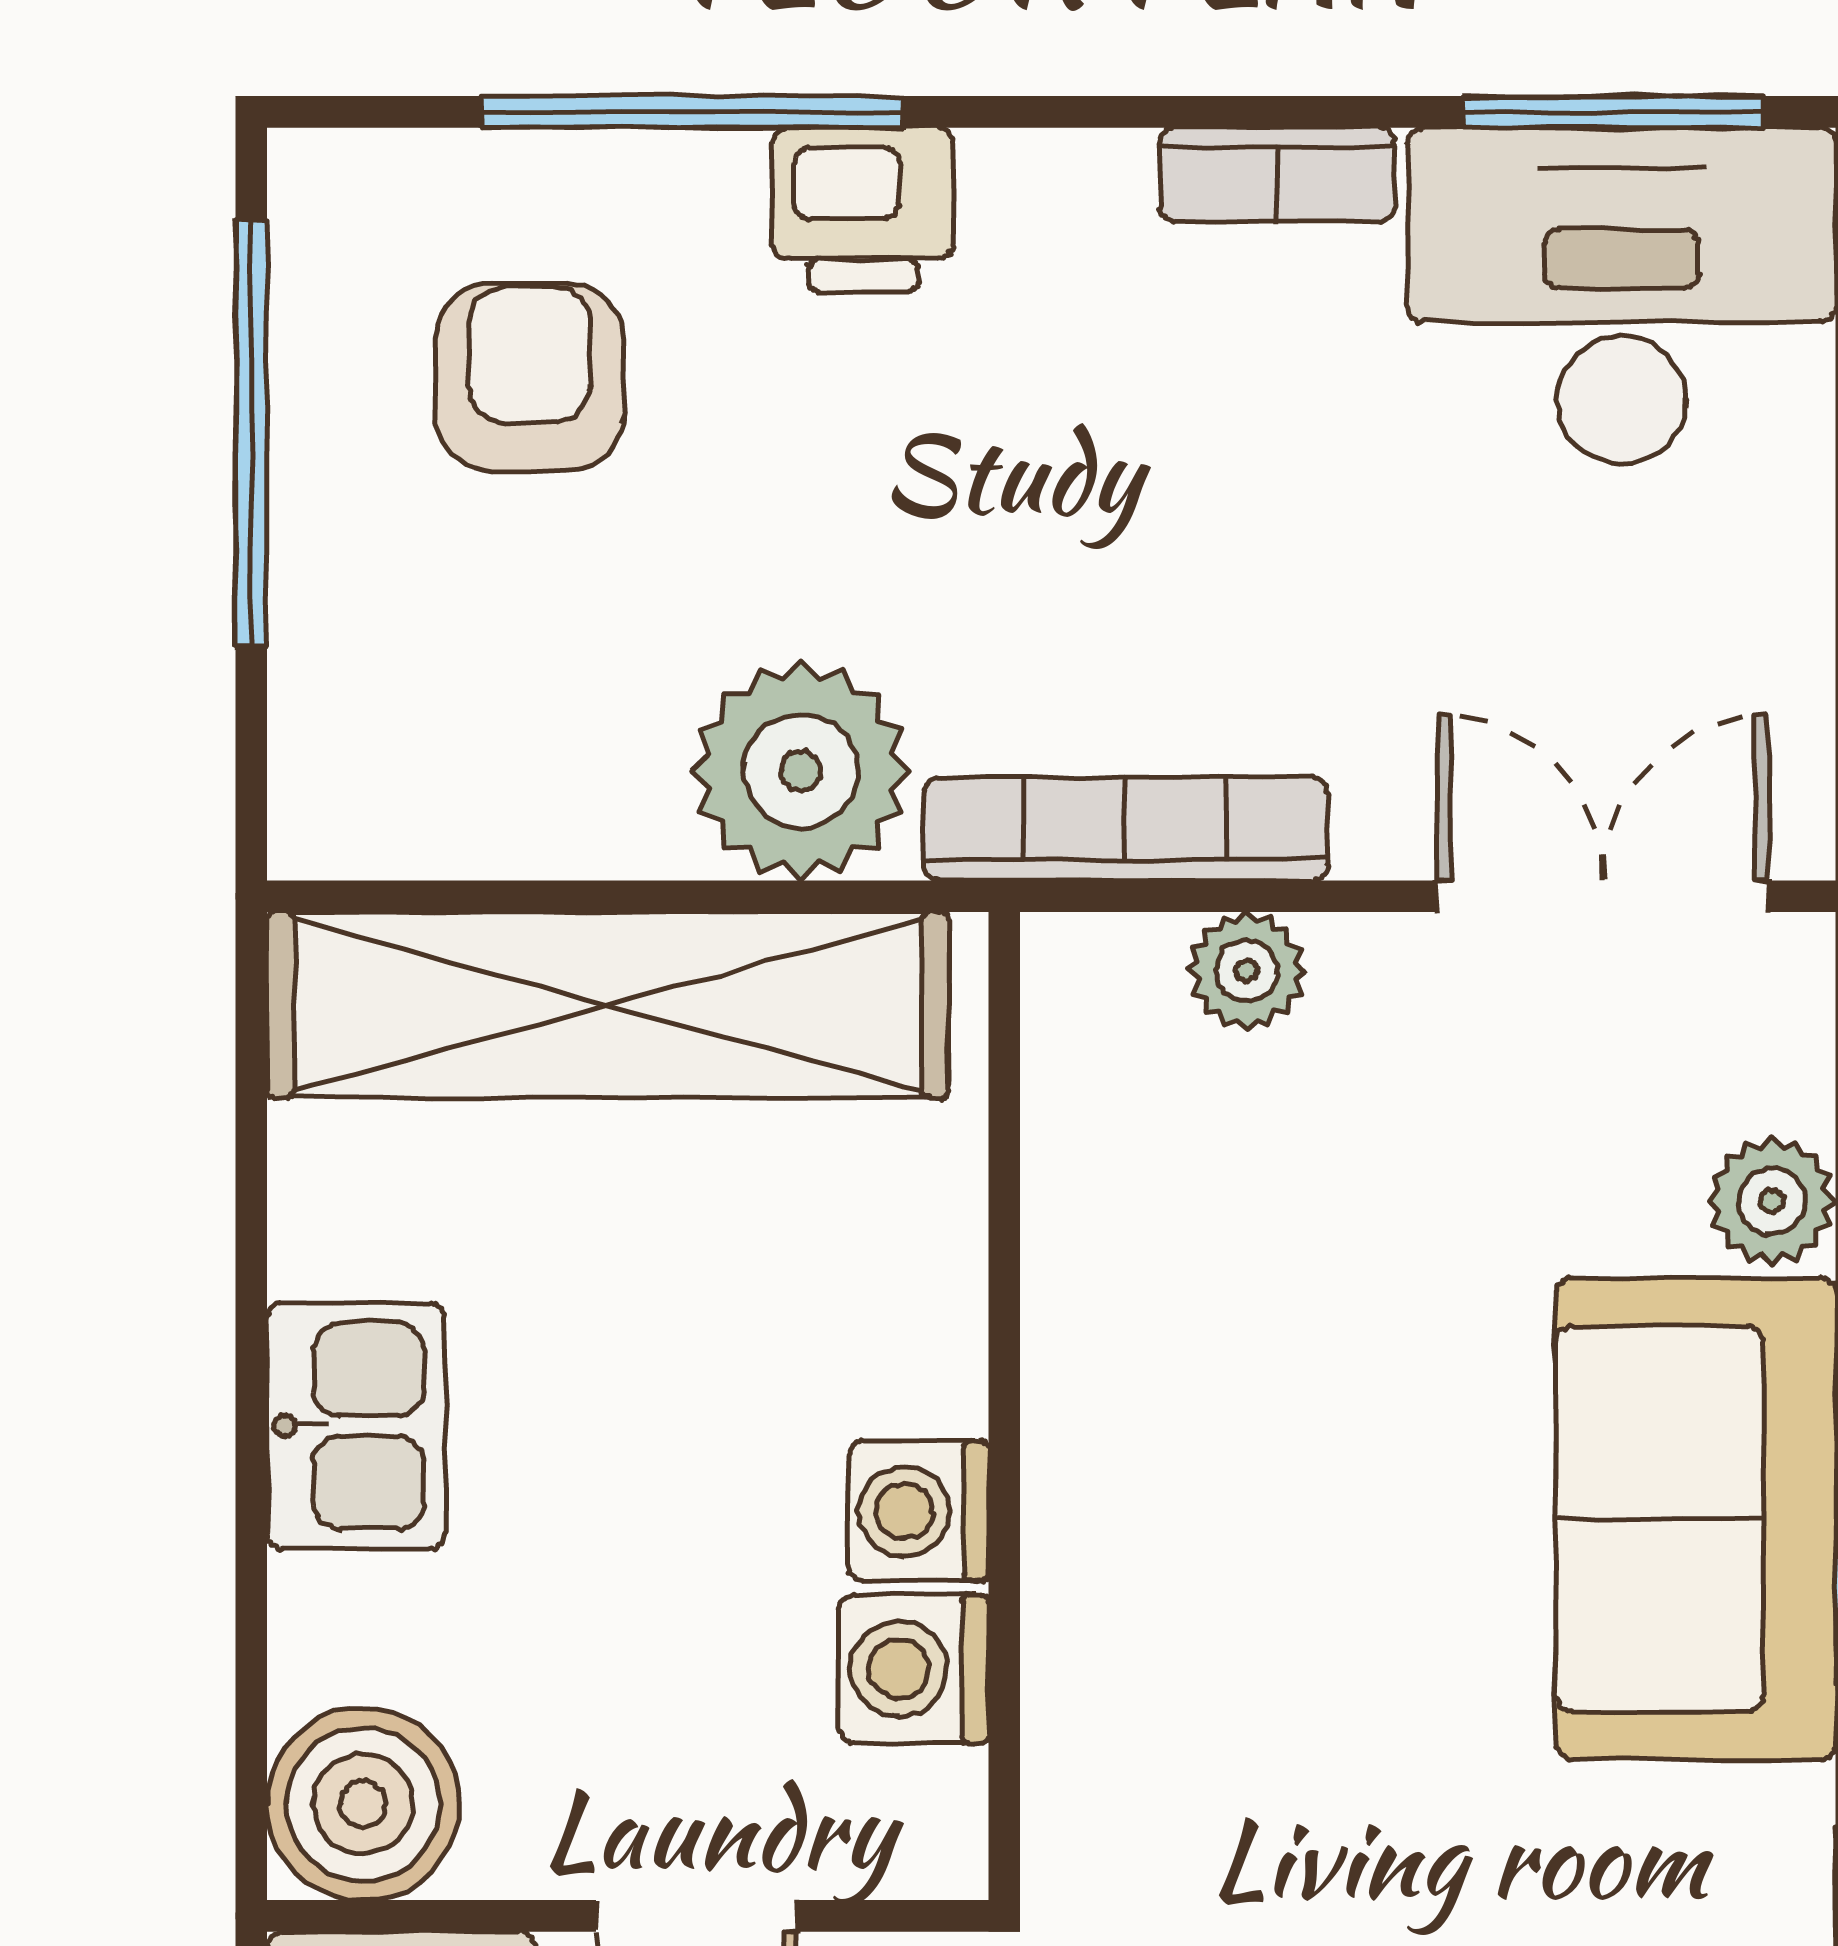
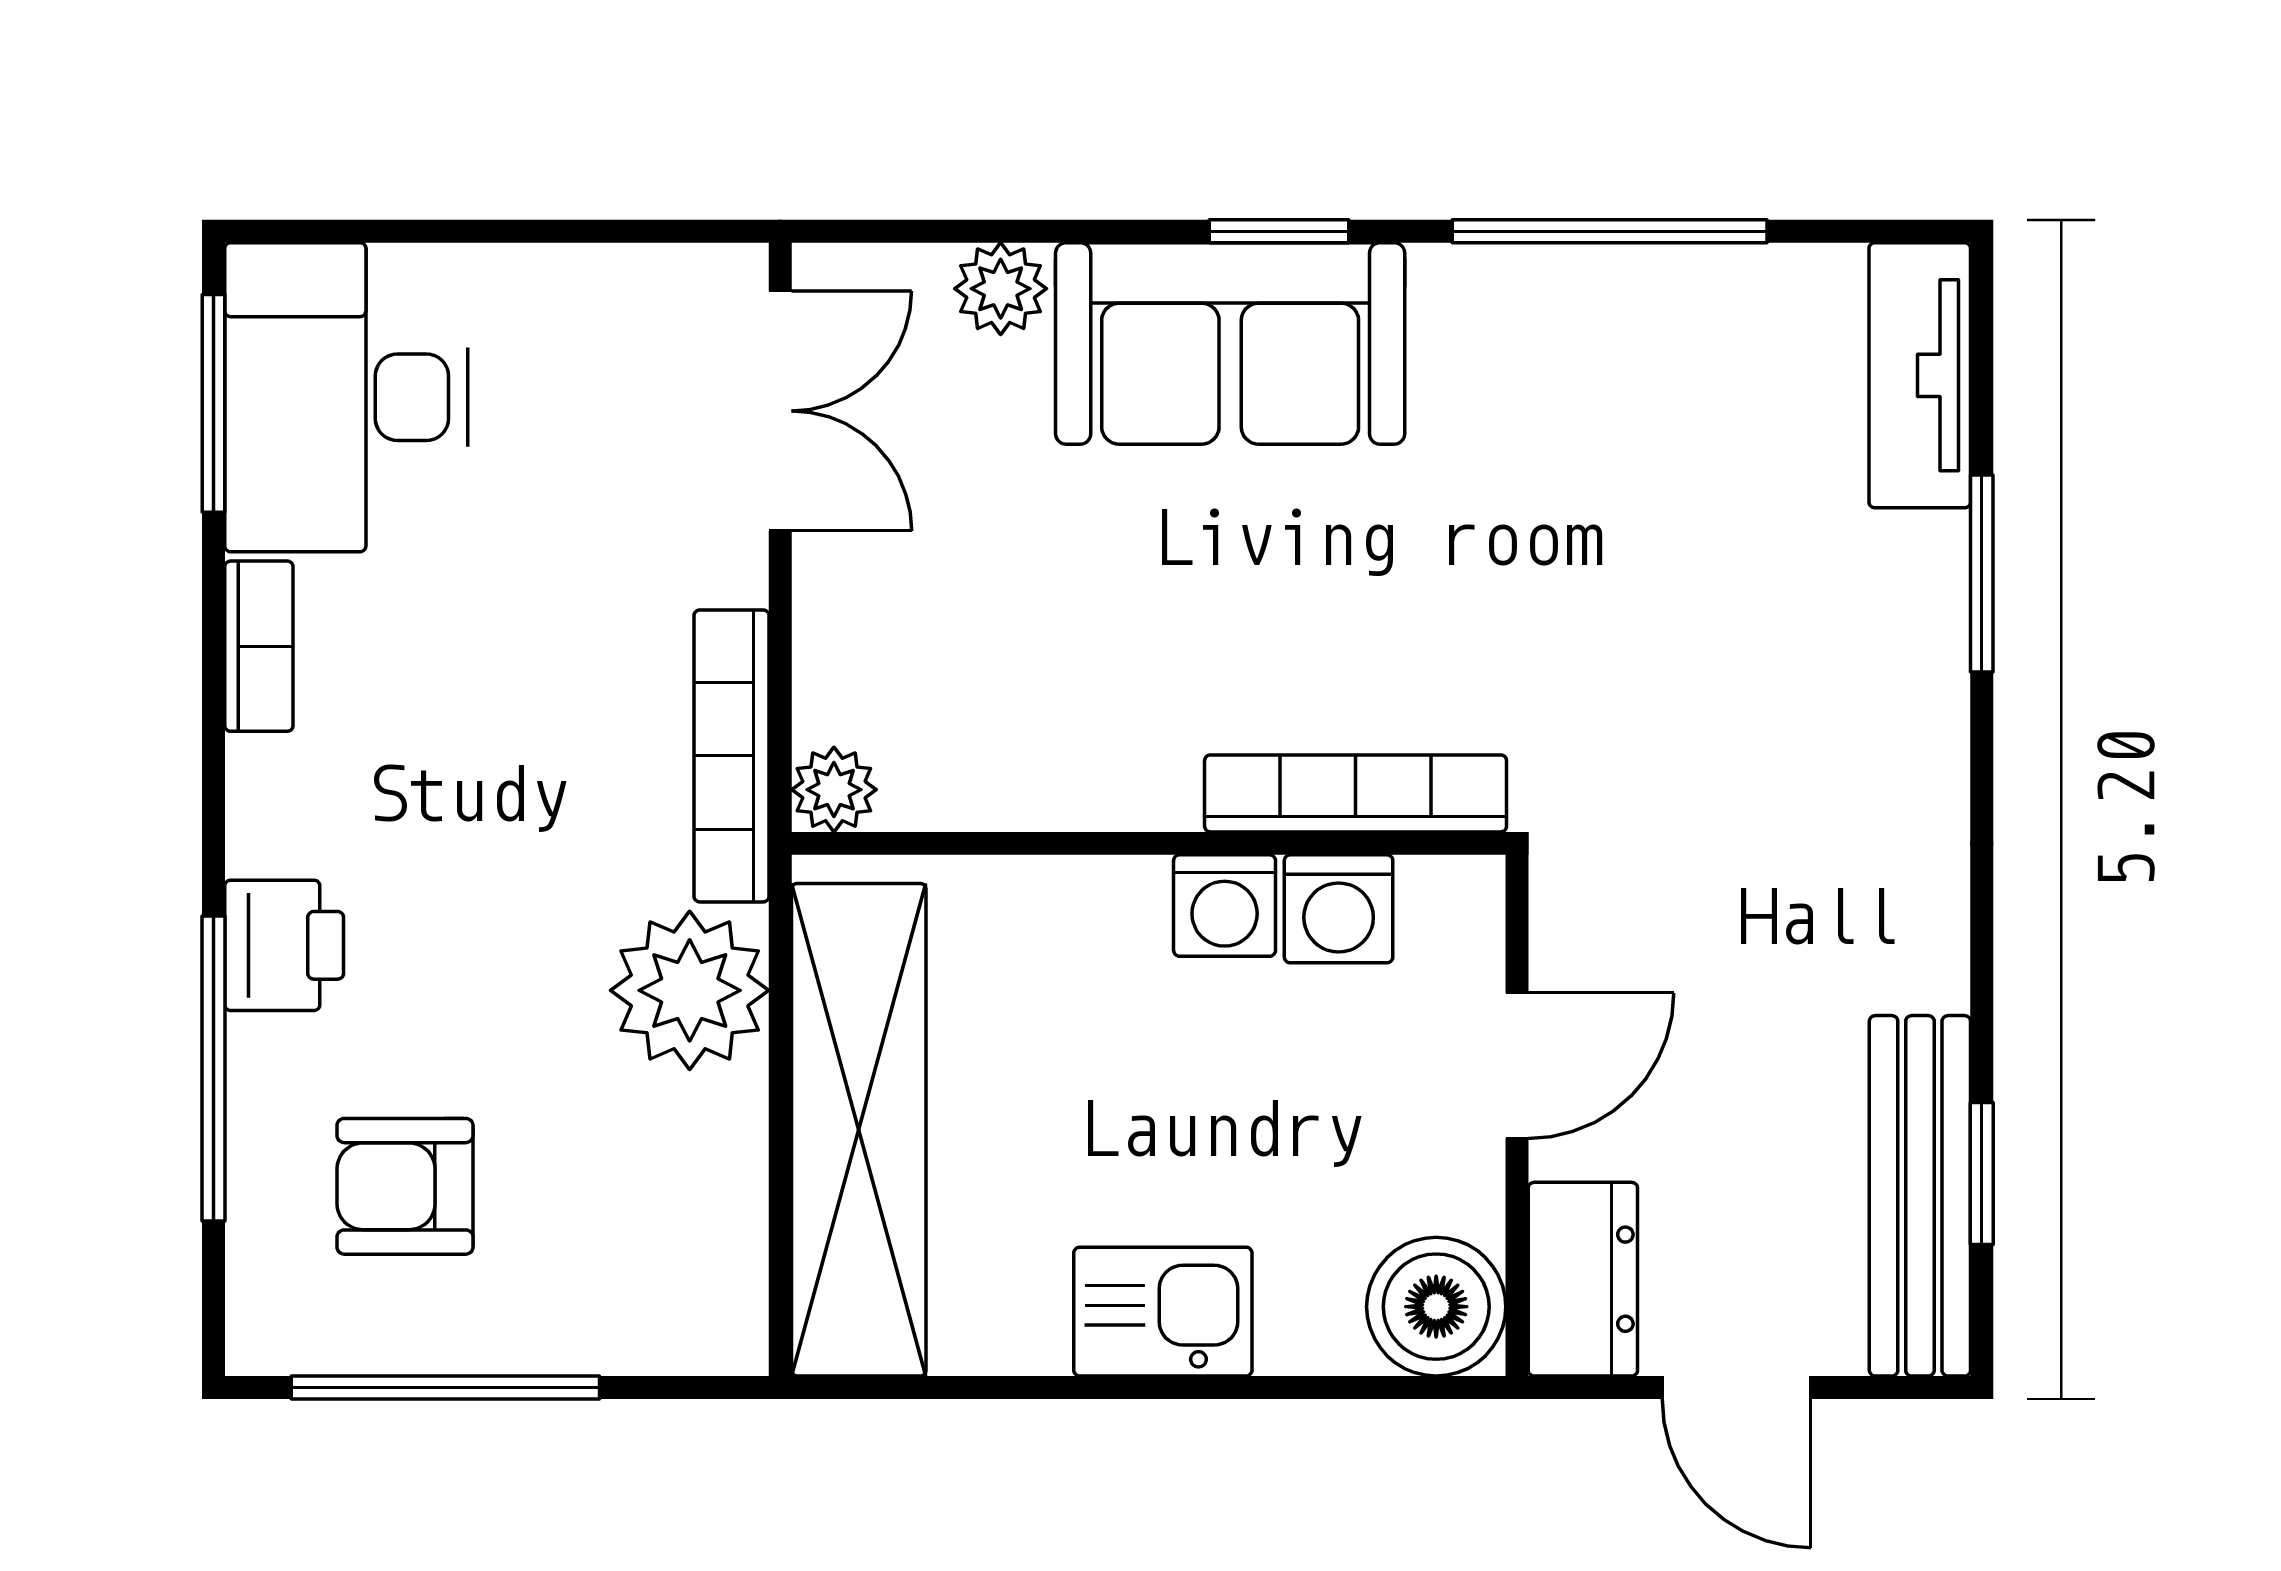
double door: (1603, 896) -> (780, 411), swing flipped
plant: (1246, 971) -> (834, 790), moved
bookcase: (1073, 1692) -> (1356, 793), added

